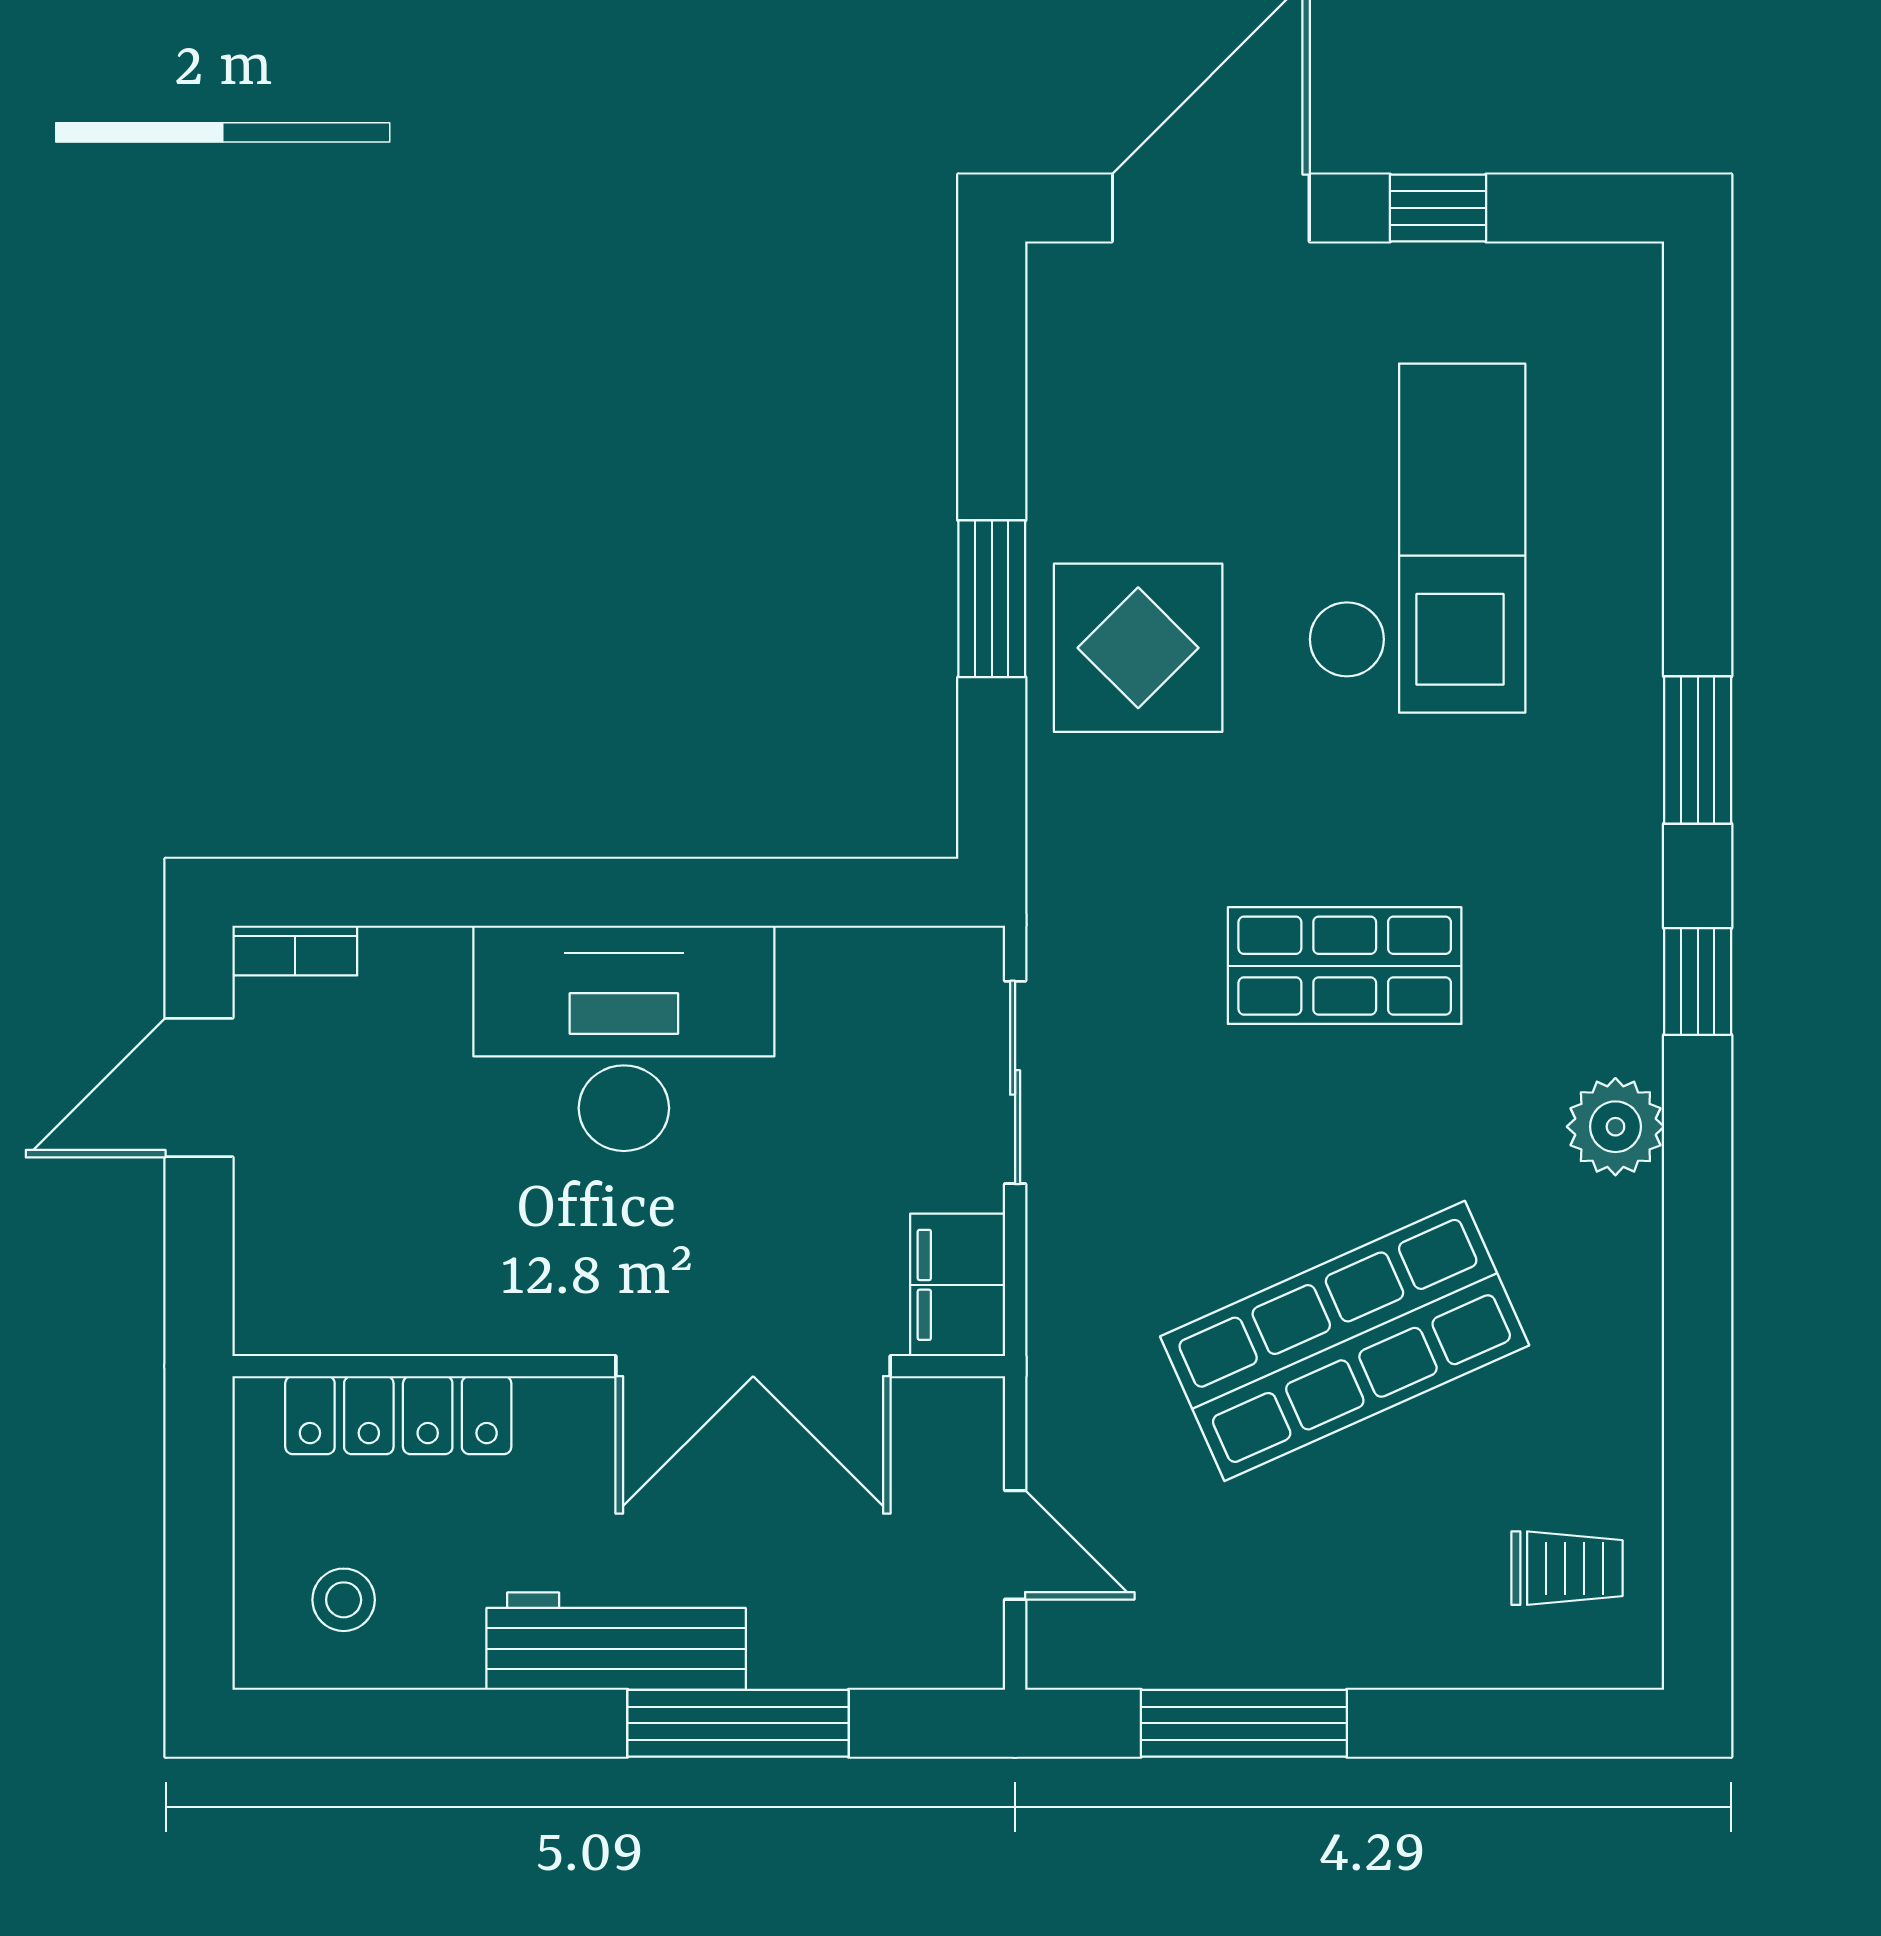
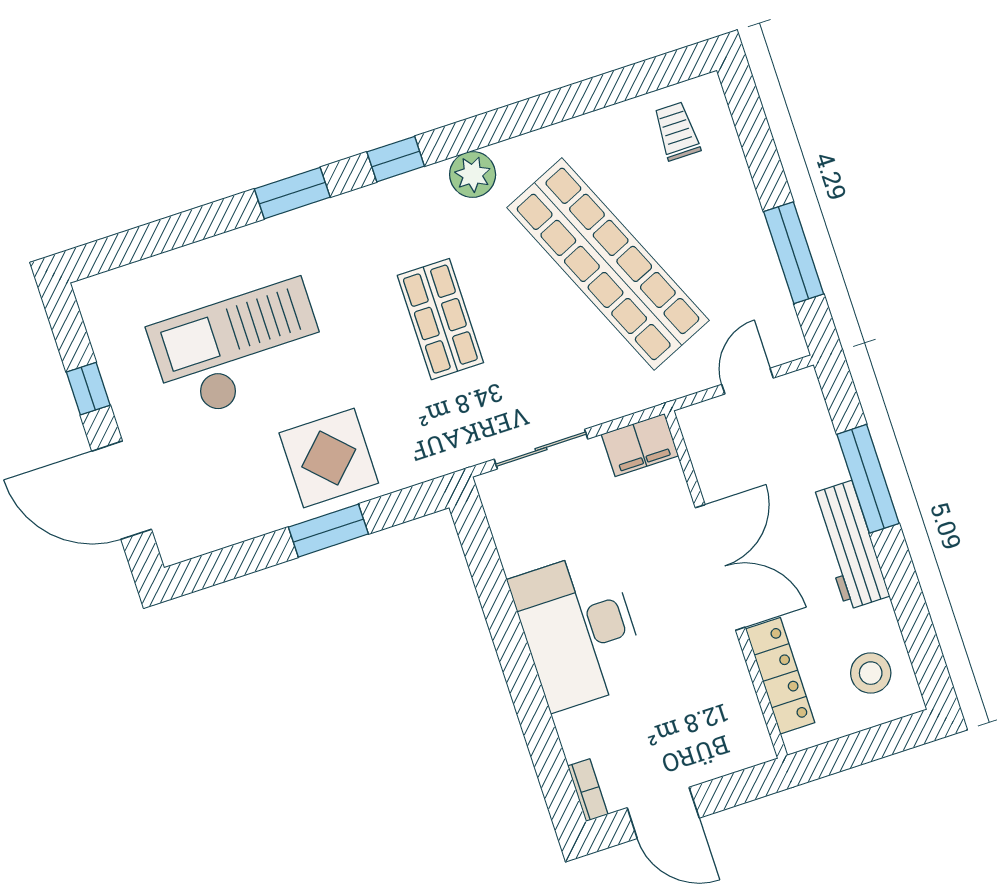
shop shelf: (1345, 1341) -> (608, 264), width x1.40
double door: (753, 1366) -> (720, 567), moved
stool: (344, 1600) -> (871, 673), width x1.37, depth x1.37

